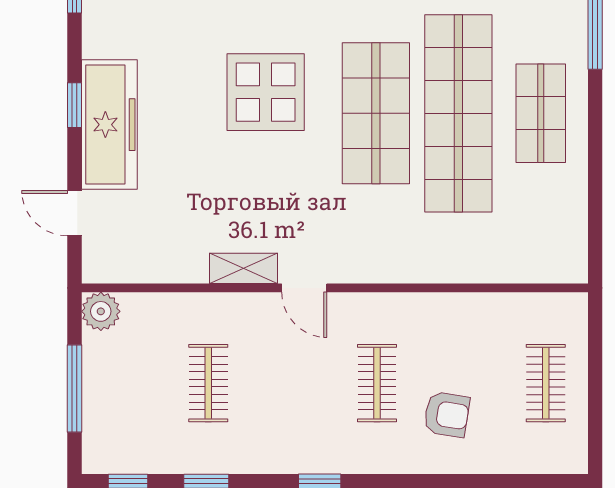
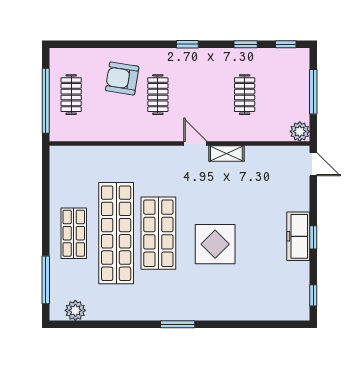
freezer: (109, 125) -> (298, 236), width x0.73, depth x0.79
door: (74, 213) -> (313, 164), moved
window: (595, 371) -> (46, 101), added
armchair: (447, 415) -> (122, 78), width x1.38, depth x1.38

